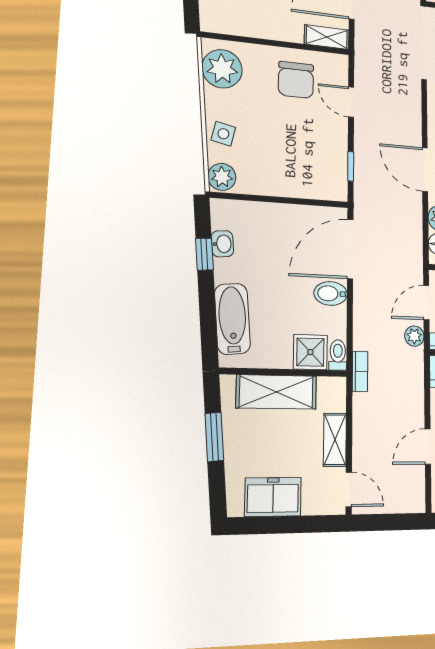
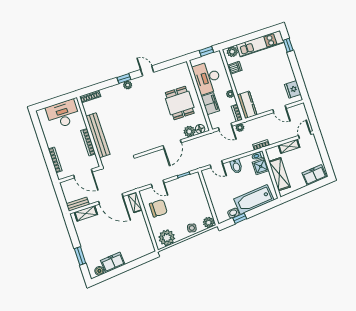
door: (351, 102) -> (158, 183), hinge flipped
door: (350, 249) -> (216, 164), width x0.53
bathtub: (232, 319) -> (254, 199), width x1.36, depth x1.36
window: (214, 437) -> (303, 191), removed
freezer: (273, 497) -> (314, 175), moved, turned 85

